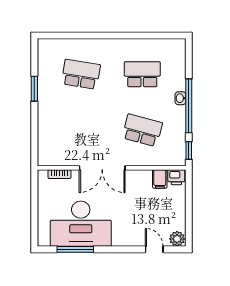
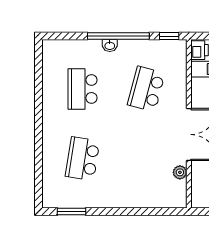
window: (34, 89) -> (71, 211), moved
plant: (69, 160) -> (180, 172), added
bookcase: (59, 174) -> (196, 183), removed

